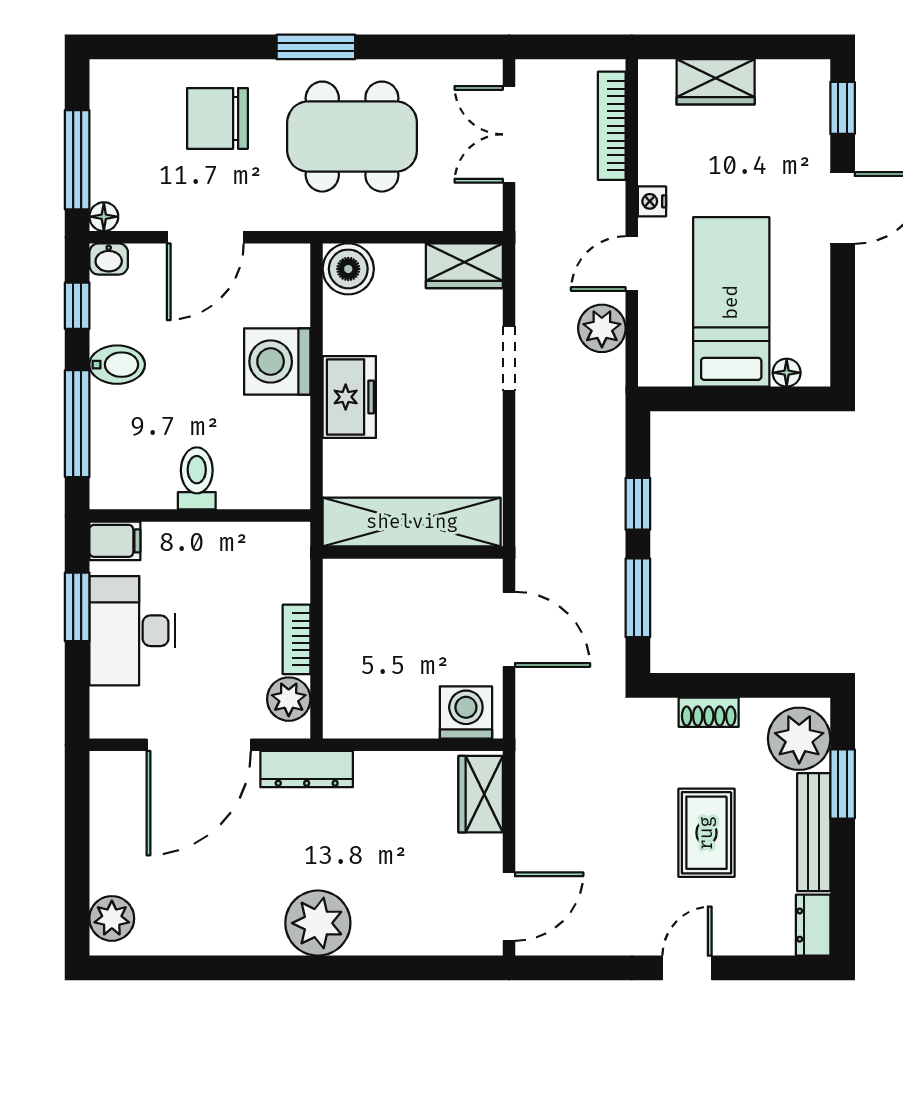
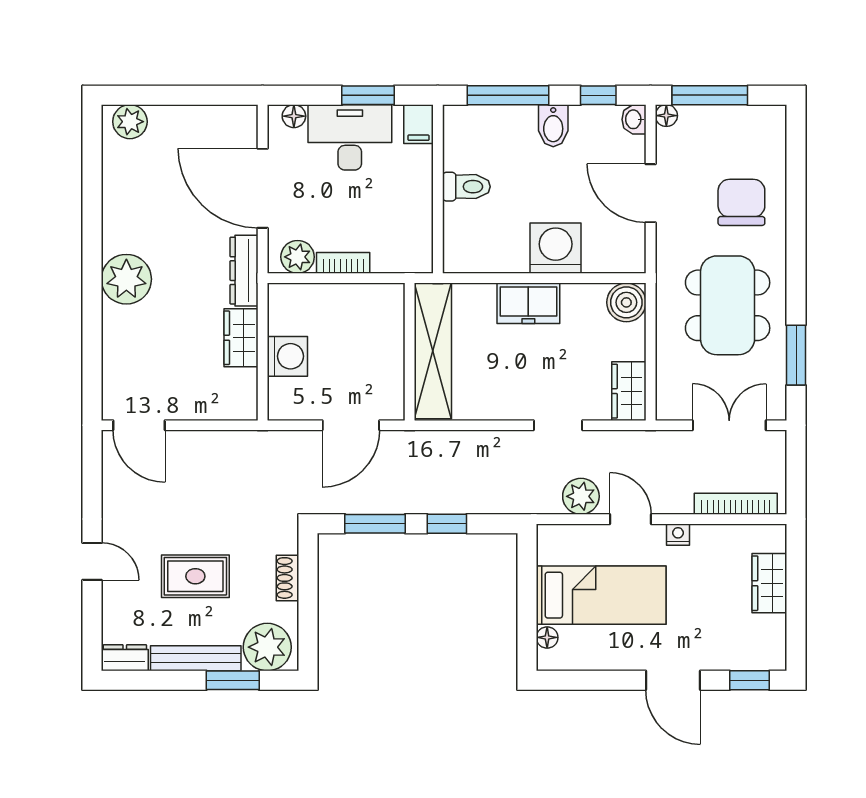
window: (316, 47) -> (796, 355), moved
floor lamp: (105, 704) -> (294, 116), added
washing machine: (466, 713) -> (287, 356), moved
wardrobe: (481, 794) -> (241, 338), moved, turned -90

